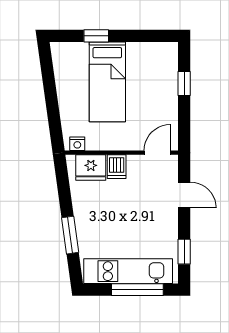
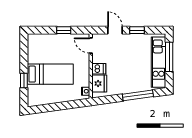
window: (184, 83) -> (64, 30), moved
door: (184, 195) -> (115, 30), hinge flipped
window: (70, 235) -> (138, 95), width x1.44
window: (184, 252) -> (137, 30), moved

